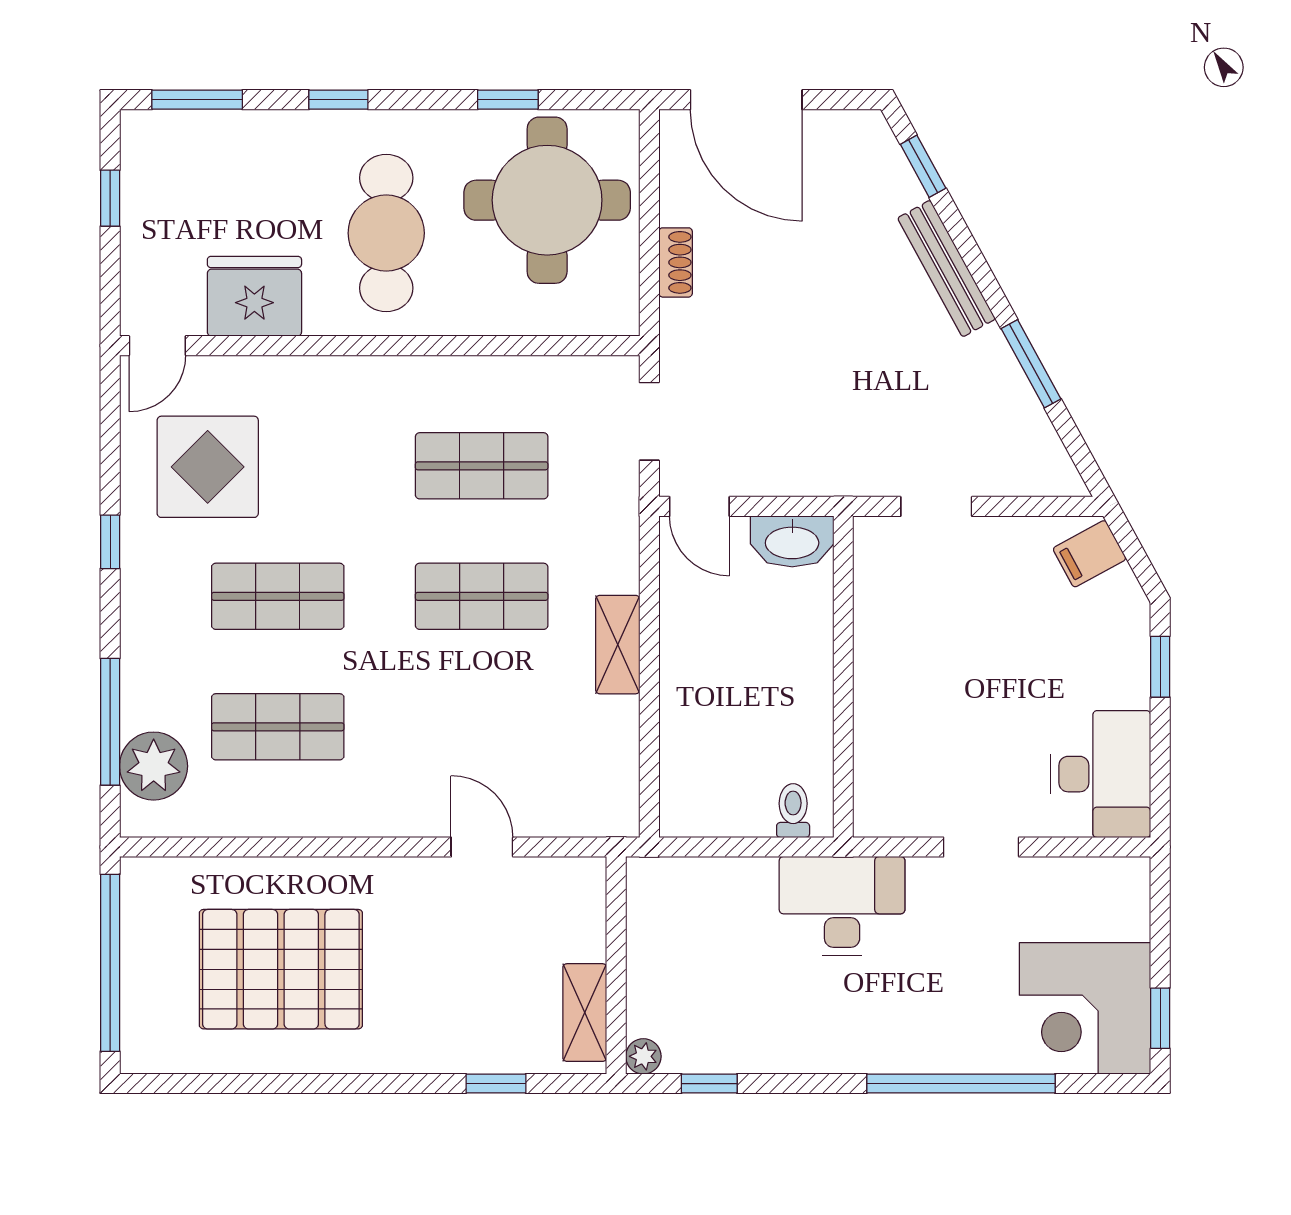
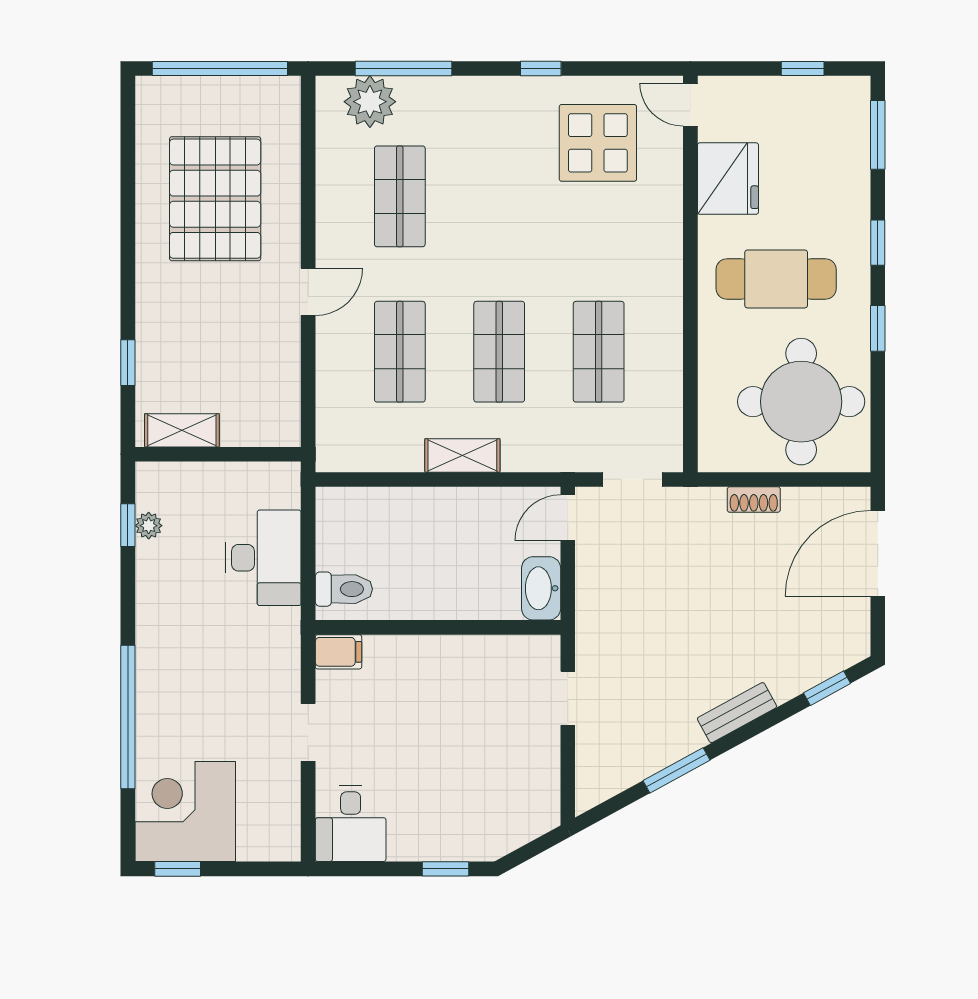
window: (508, 100) -> (878, 328), moved
bench: (946, 269) -> (737, 713), width x0.73
filing cabinet: (1089, 554) -> (338, 652), moved, turned 119
shop shelf: (278, 596) -> (400, 352), moved
desk: (1101, 774) -> (351, 824), width x0.73
toilet: (793, 811) -> (344, 589), width x1.37, depth x1.39
door: (482, 847) -> (308, 292), moved
desk: (842, 906) -> (263, 558), moved
plant: (643, 1056) -> (149, 526), moved

